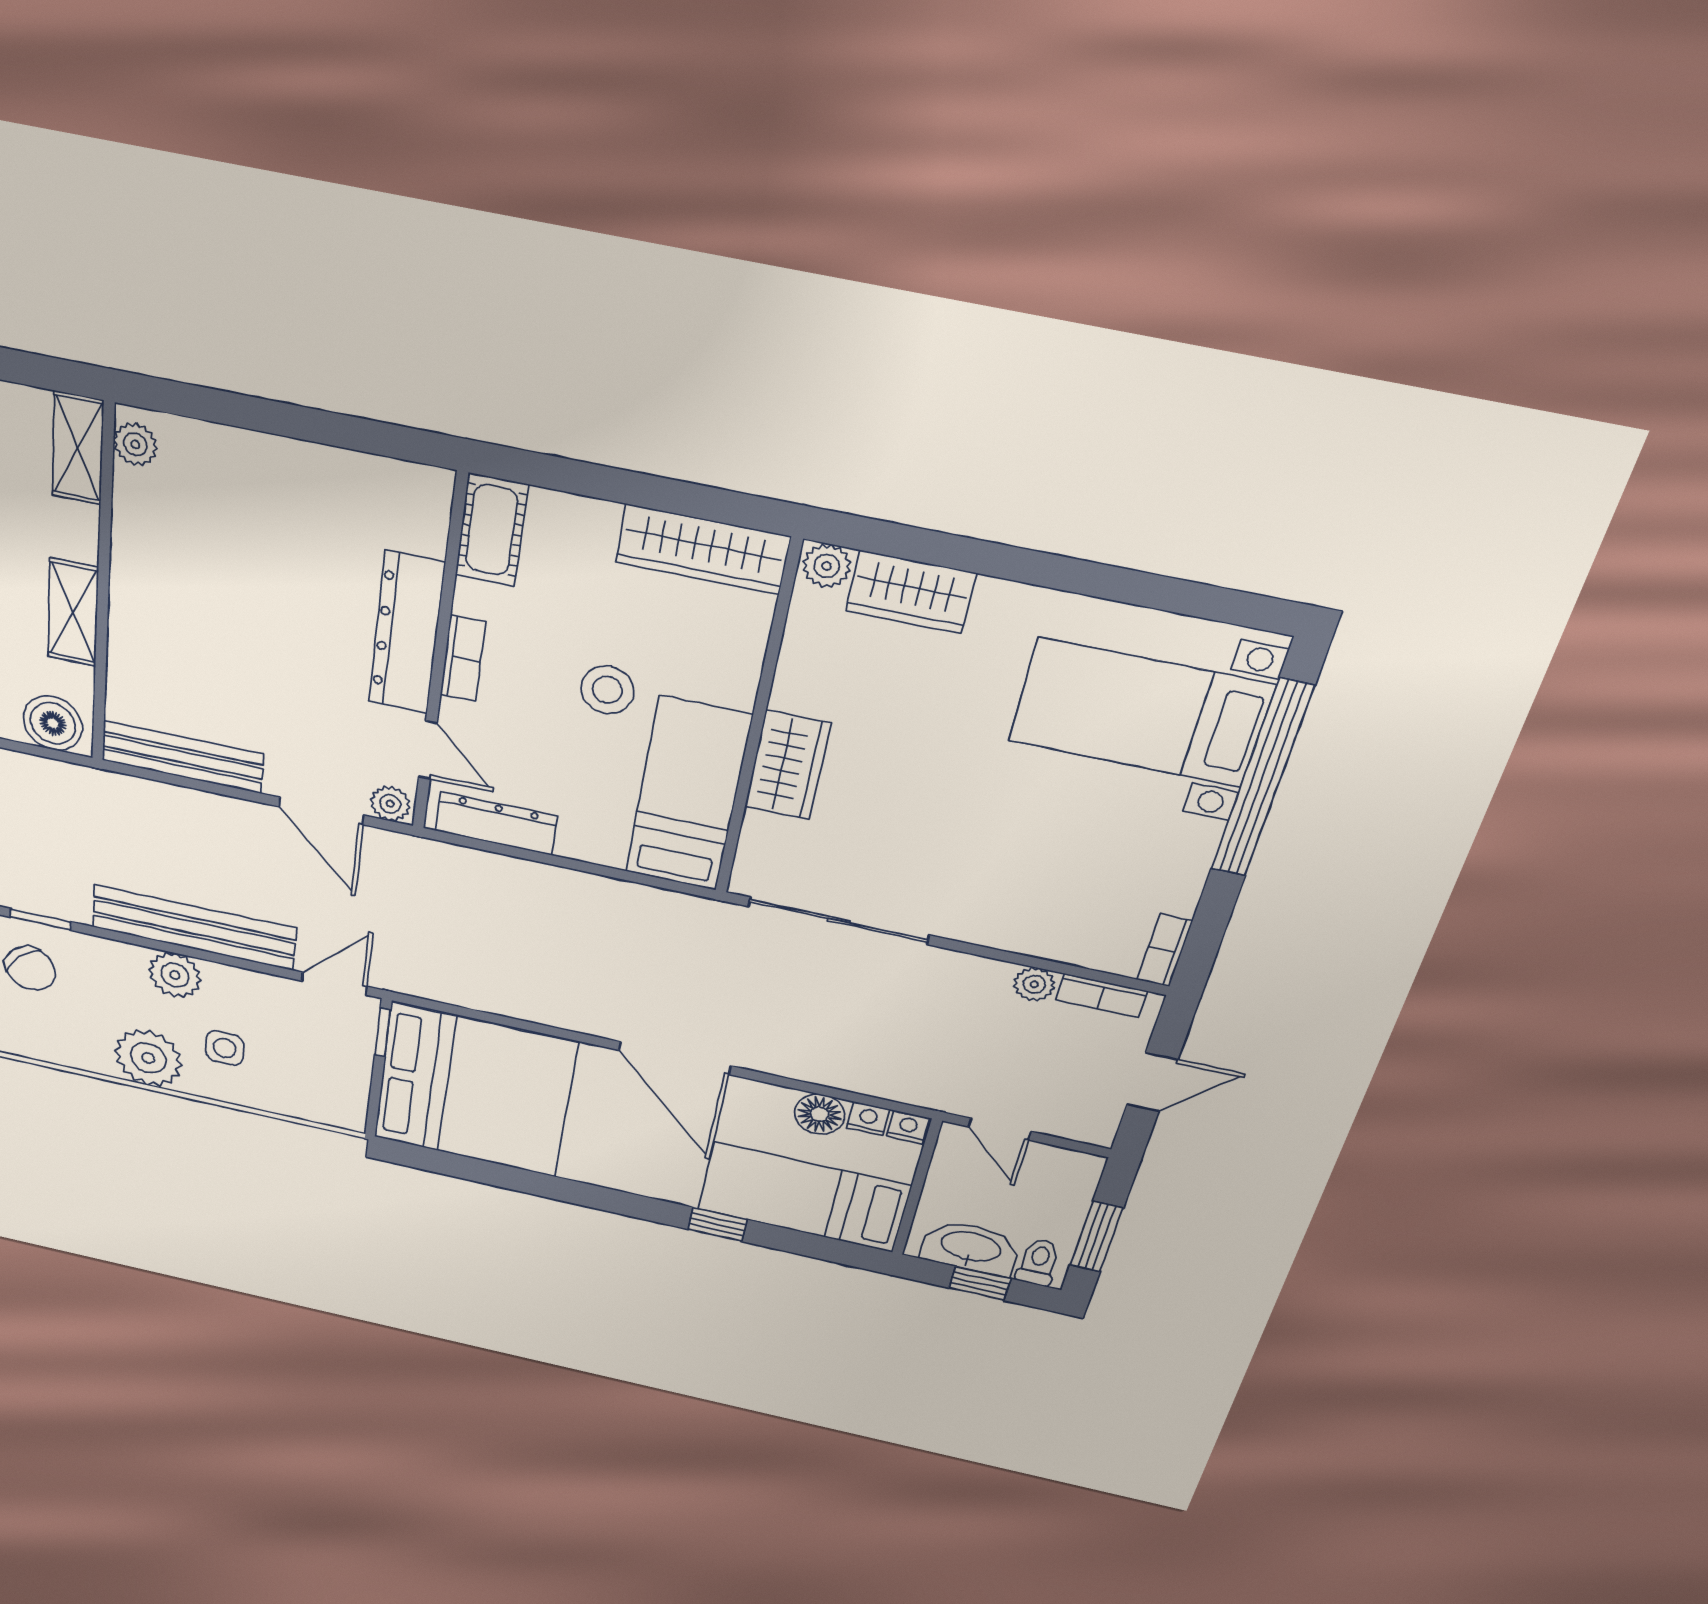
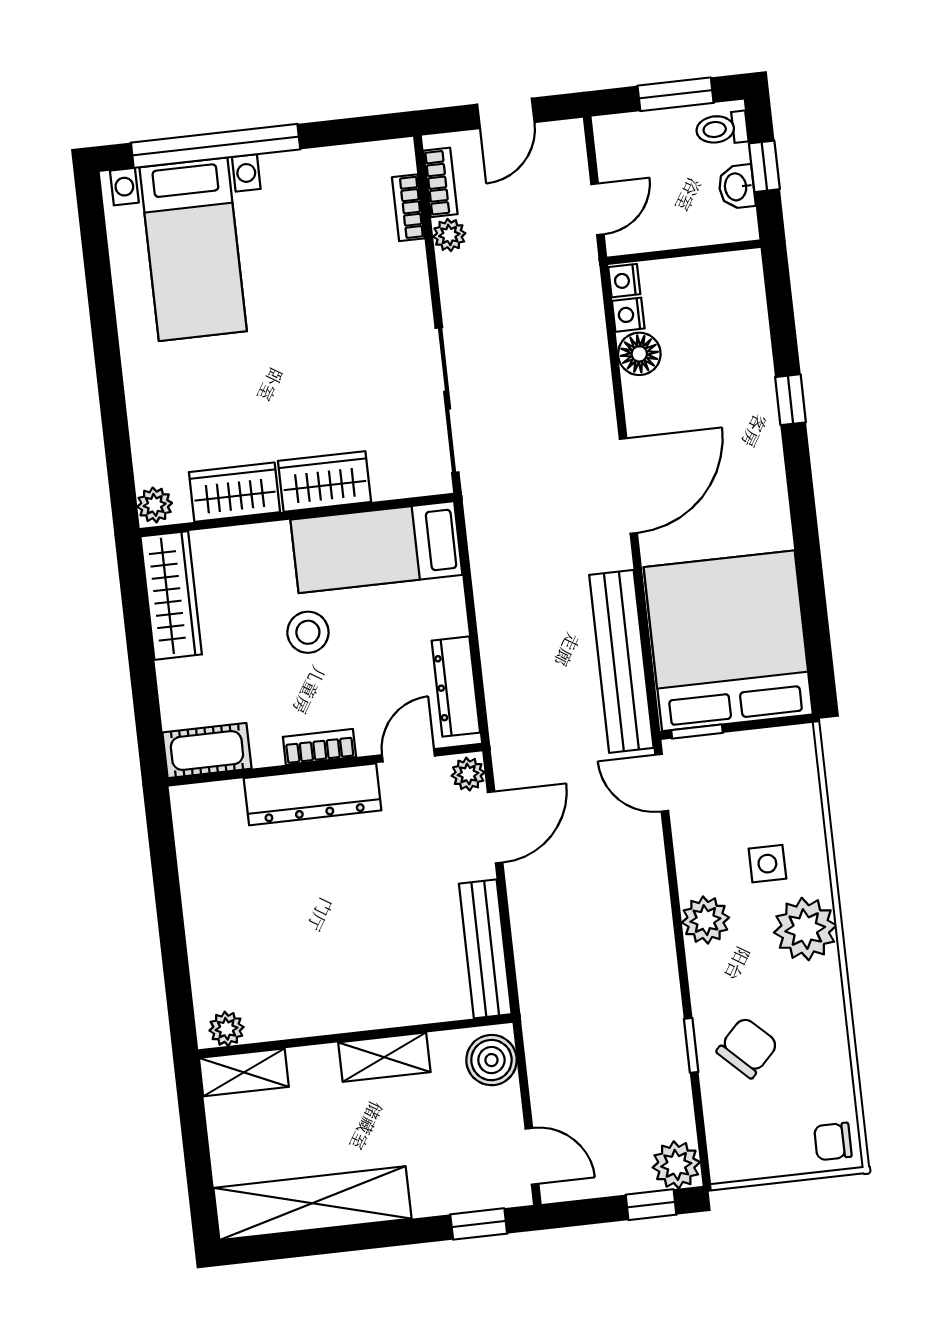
wardrobe: (911, 592) -> (234, 492), moved, turned -90
bench: (194, 928) -> (621, 661), moved
bookcase: (1165, 950) -> (408, 208), moved, turned 90
door: (1152, 1082) -> (506, 113), swing flipped
bed: (804, 1197) -> (731, 339), removed
washbasin: (971, 1248) -> (737, 187), width x0.52, depth x0.69

